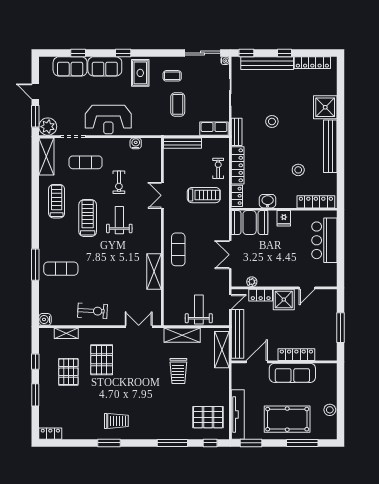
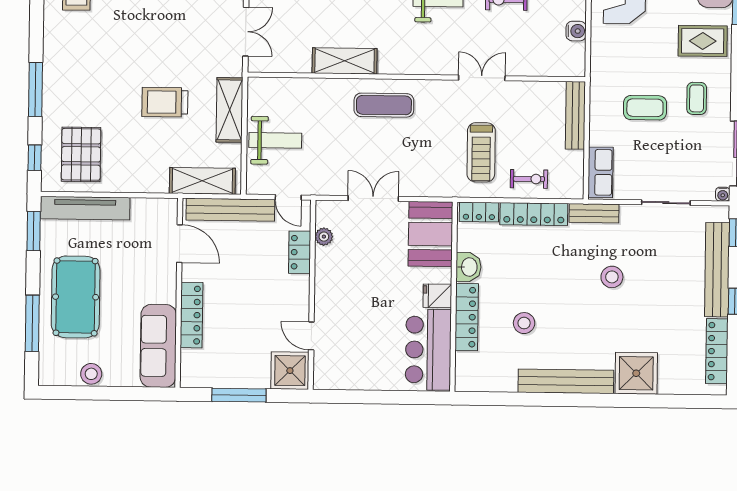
locker: (316, 202) -> (467, 317), moved
bar counter: (324, 240) -> (428, 350), moved, turned -90
shower: (284, 300) -> (290, 371), moved
sofa: (292, 373) -> (158, 346), moved

